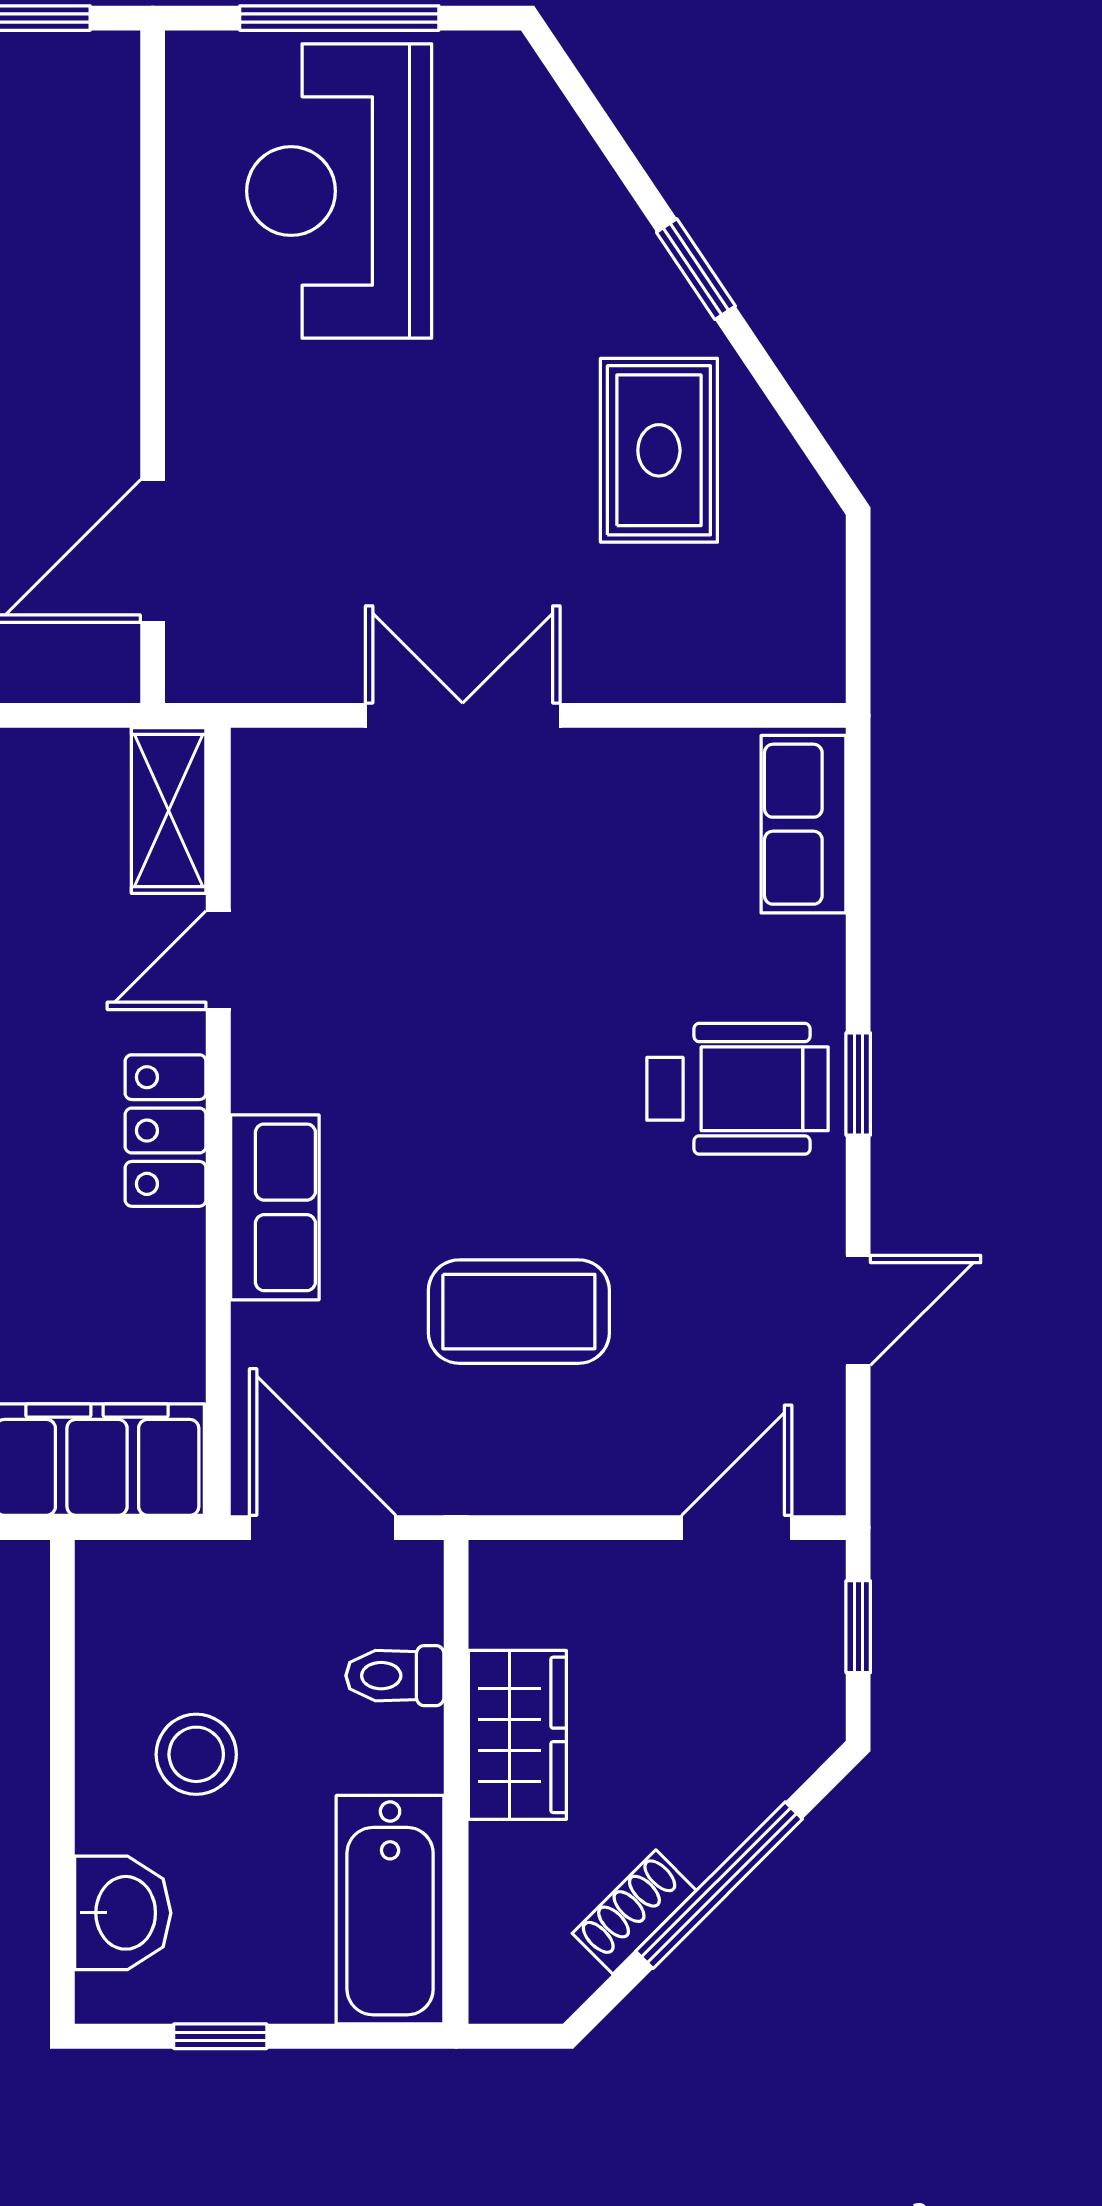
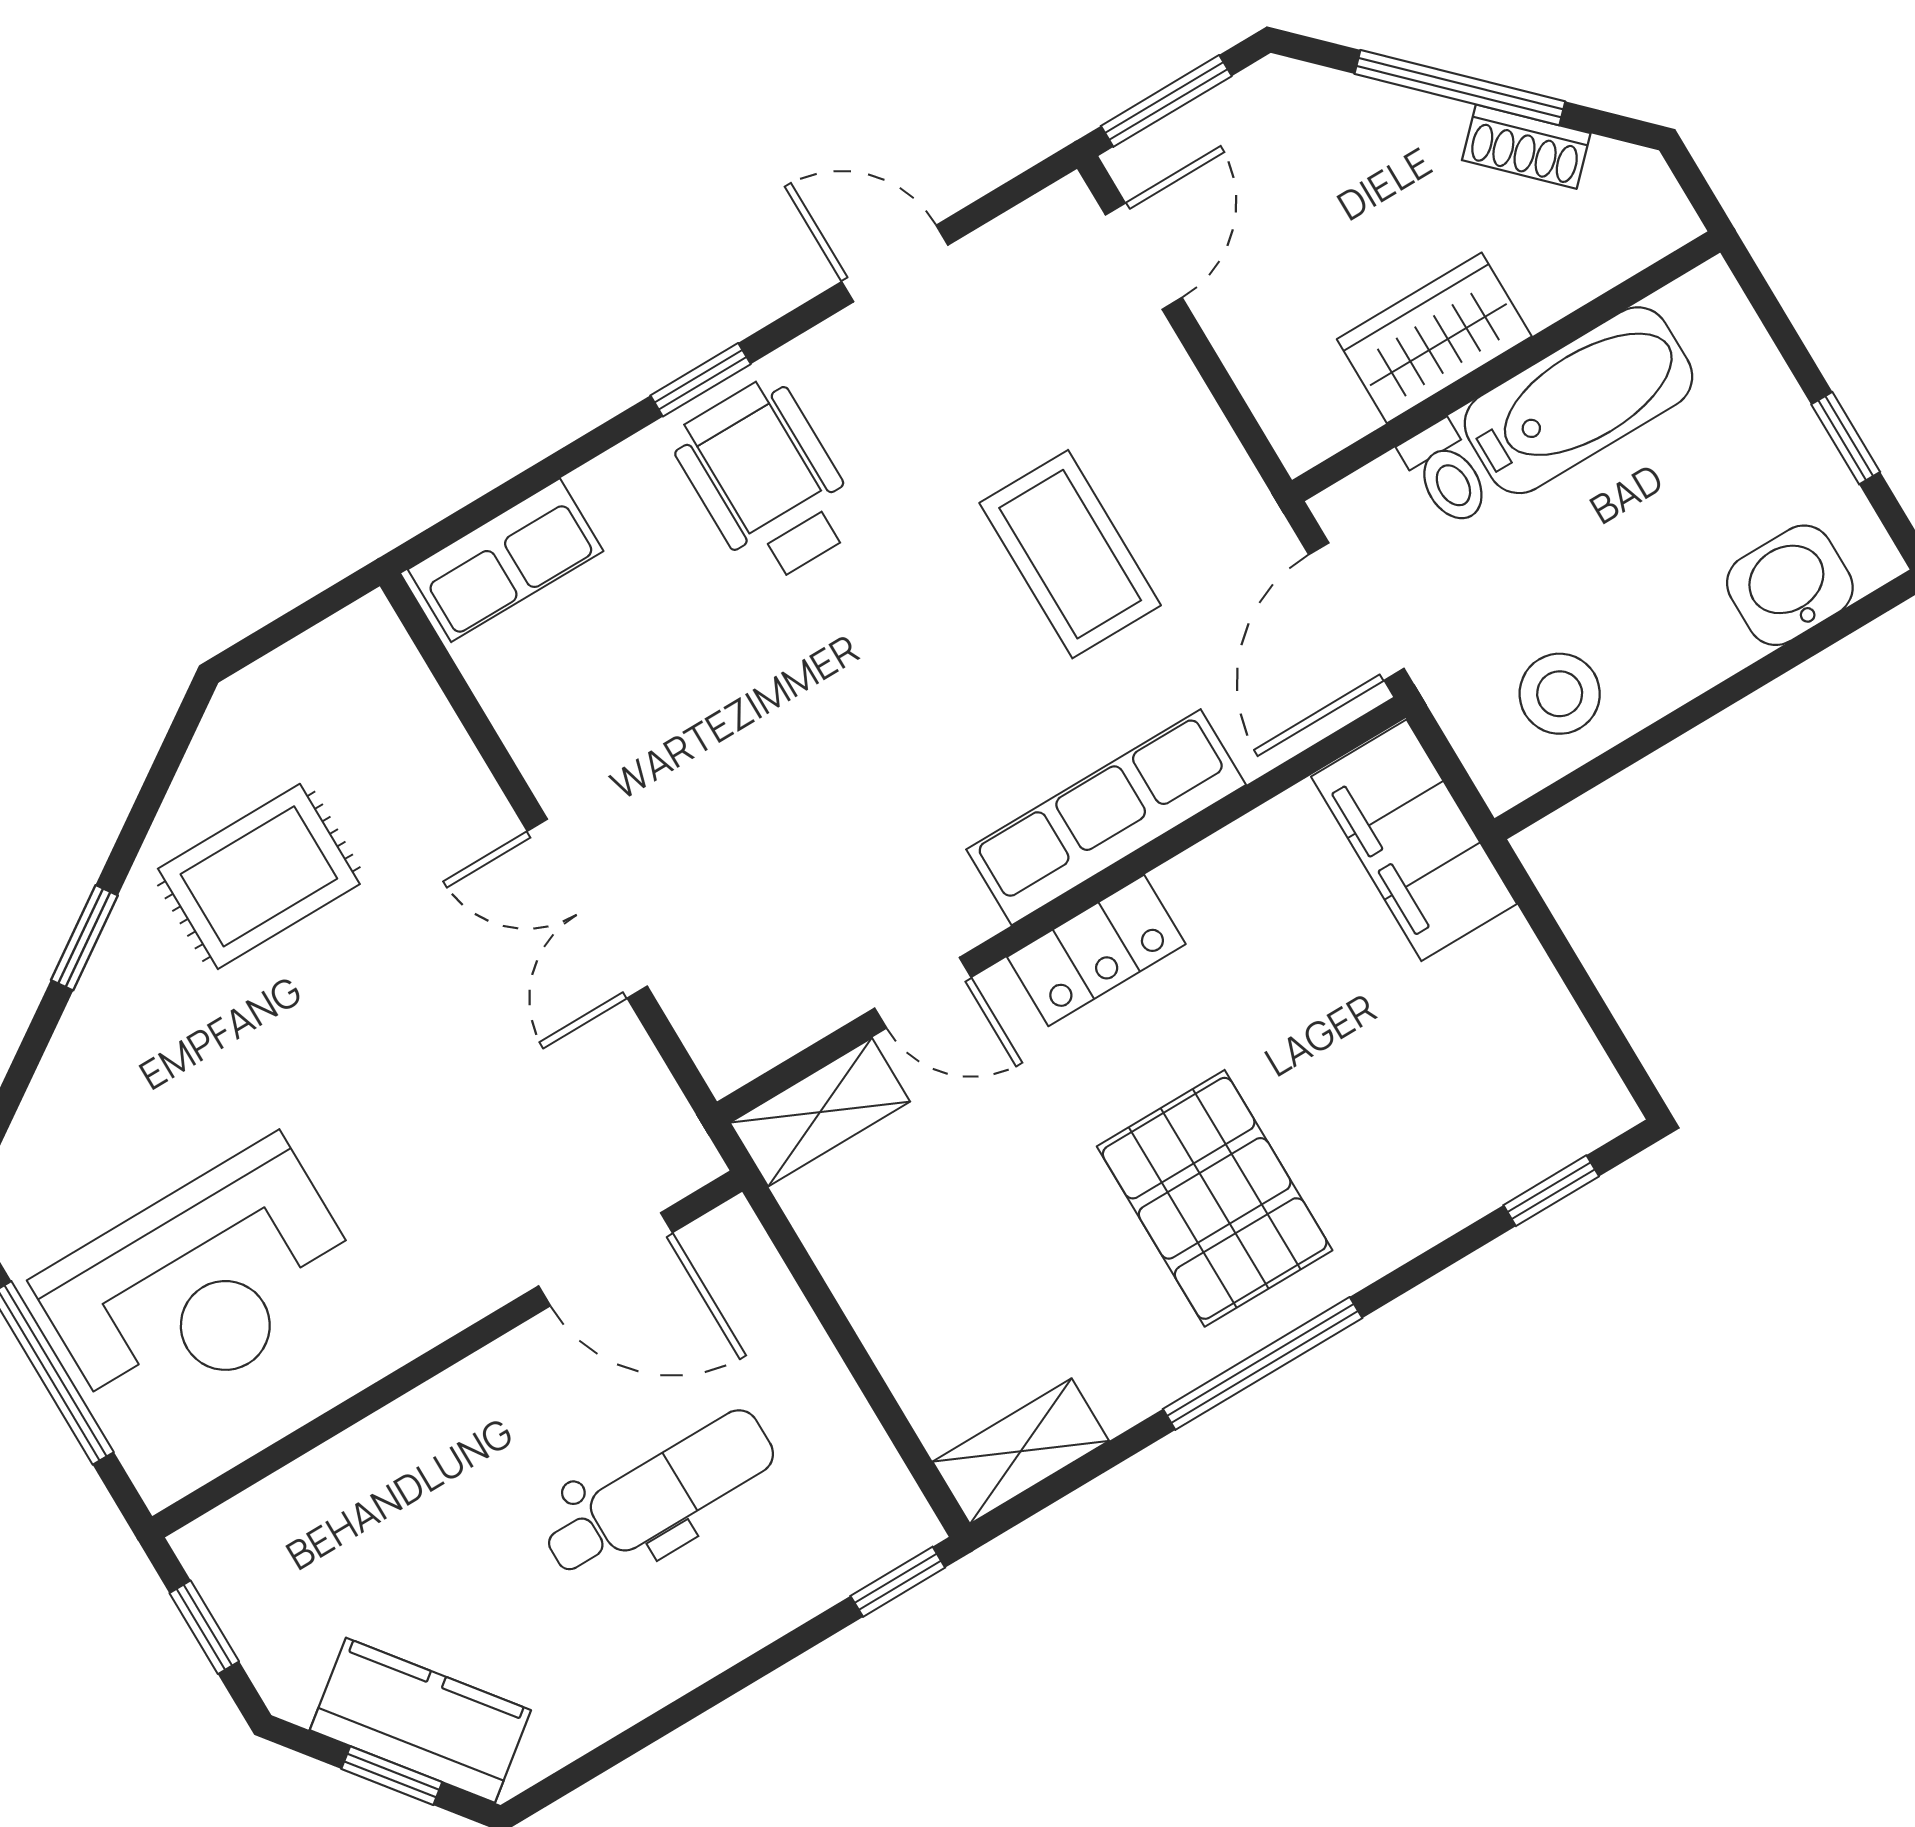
row of seats: (275, 1207) -> (1106, 817), width x1.48
door: (737, 1528) -> (1144, 256), swing flipped
window: (858, 1627) -> (1166, 101), width x1.50
stool: (196, 1754) -> (1560, 694), moved
bathtub: (390, 1910) -> (1578, 400), moved

